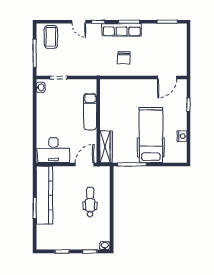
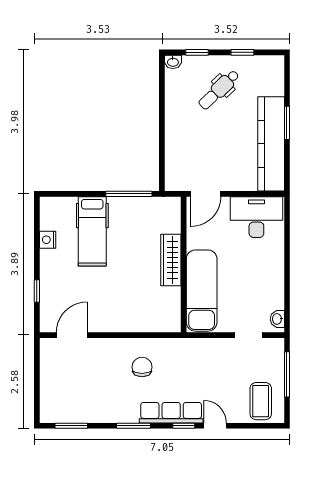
row of seats: (122, 30) -> (171, 413), moved
exam couch: (90, 112) -> (202, 291), width x1.36, depth x1.45
hospital bed: (151, 135) -> (92, 231), width x0.73, depth x0.78
wardrobe: (106, 147) -> (171, 260), moved
dental chair: (90, 202) -> (219, 90), moved, turned 46

